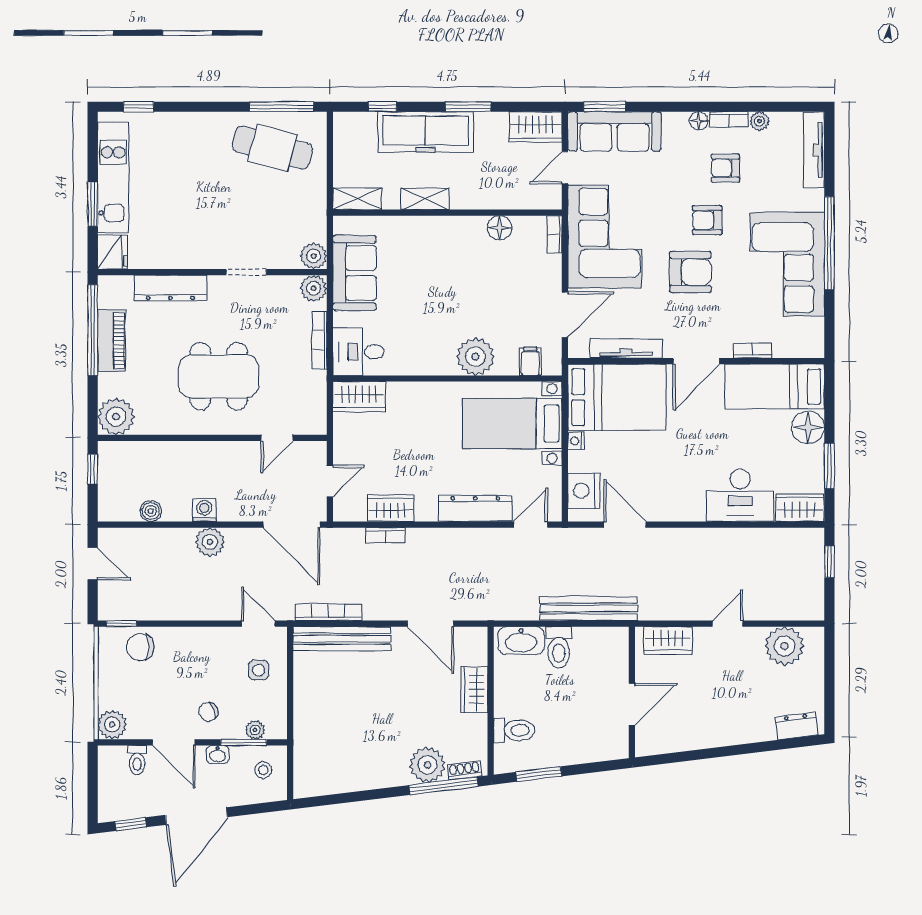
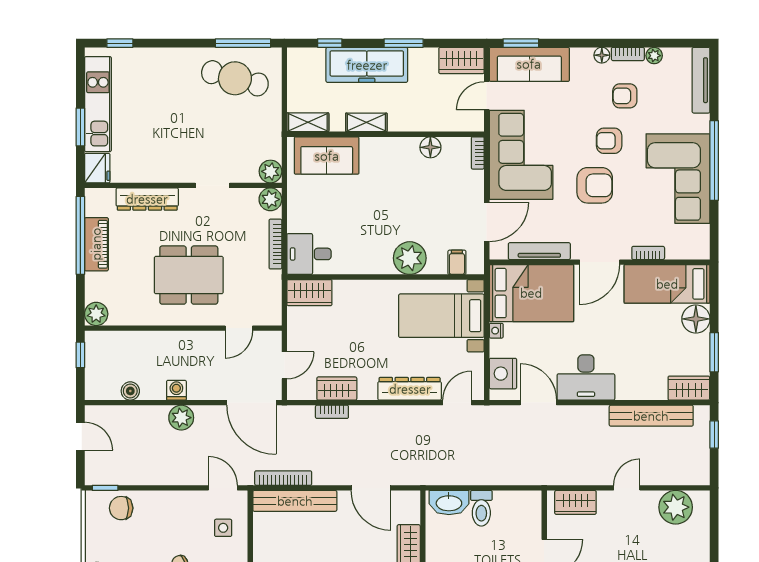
sofa: (354, 273) -> (327, 156), moved, turned 90
plant: (116, 417) -> (96, 314), width x0.73, depth x0.73
desk: (740, 495) -> (586, 377), moved
bench: (589, 608) -> (651, 416), moved

